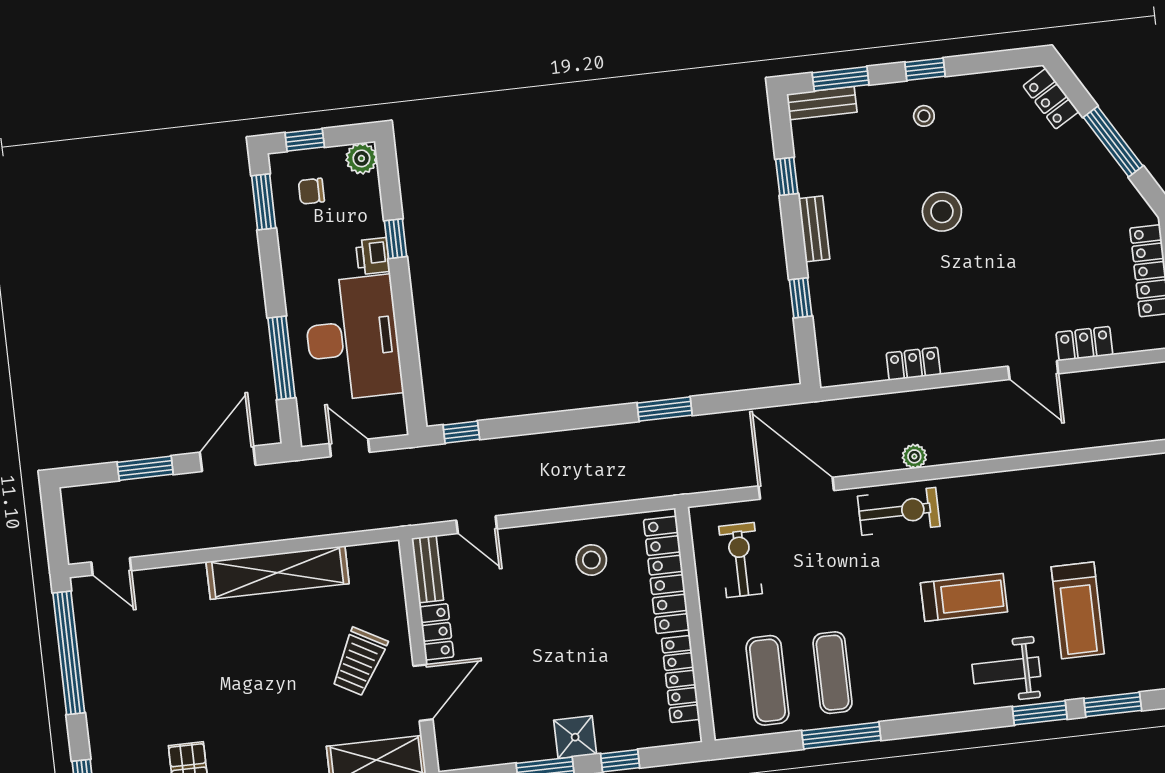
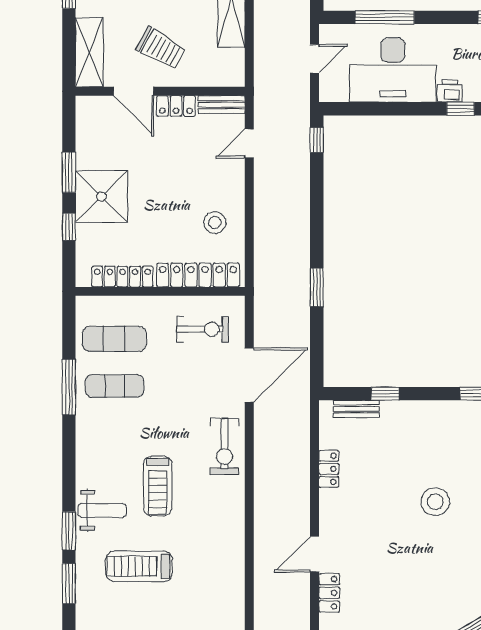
bench: (814, 229) -> (356, 409), moved
plant: (914, 456) -> (263, 462), removed
trolley: (359, 662) -> (161, 48), turned 180
weight bench: (1006, 670) -> (102, 510), turned 90
shower: (575, 737) -> (101, 197), width x1.86, depth x1.86

